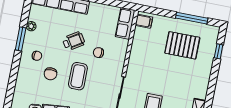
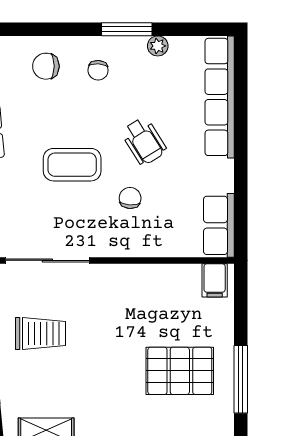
row of seats: (125, 23) -> (219, 225), moved, turned -90
pallet: (182, 45) -> (180, 371), turned 90
chair: (51, 74) -> (46, 66), moved

